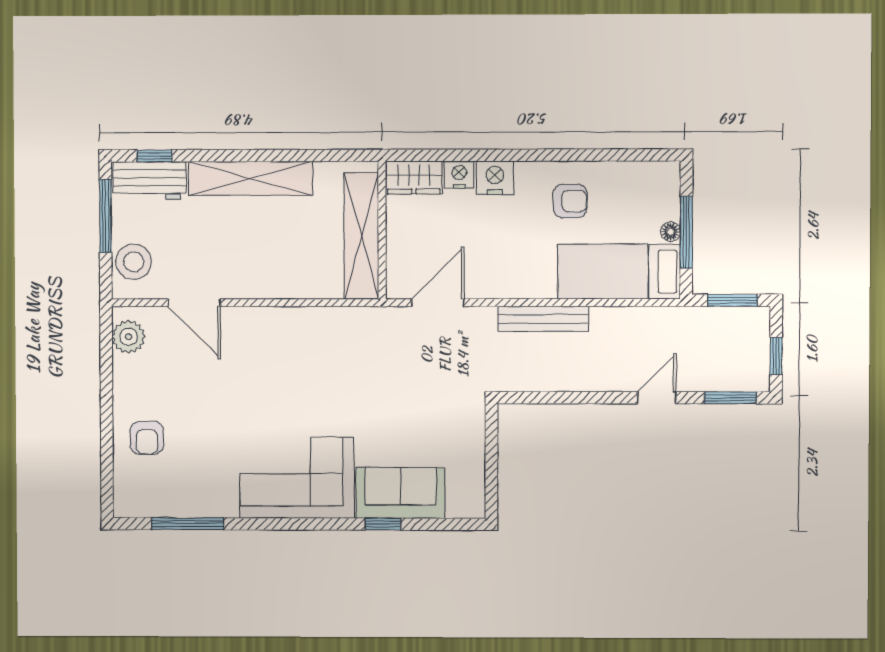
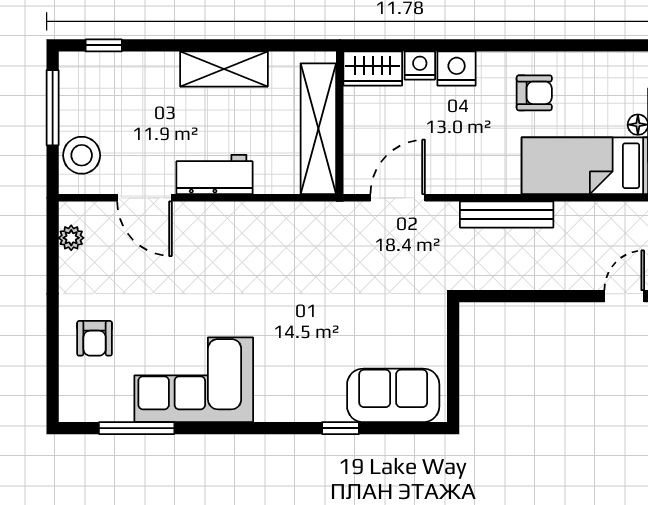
shelving: (250, 178) -> (224, 69), width x0.68
workbench: (150, 181) -> (215, 175), moved, turned 180
plant: (129, 337) -> (71, 238), width x0.73, depth x0.73
corner sofa: (297, 478) -> (194, 380), moved
sofa: (401, 493) -> (393, 395), moved

